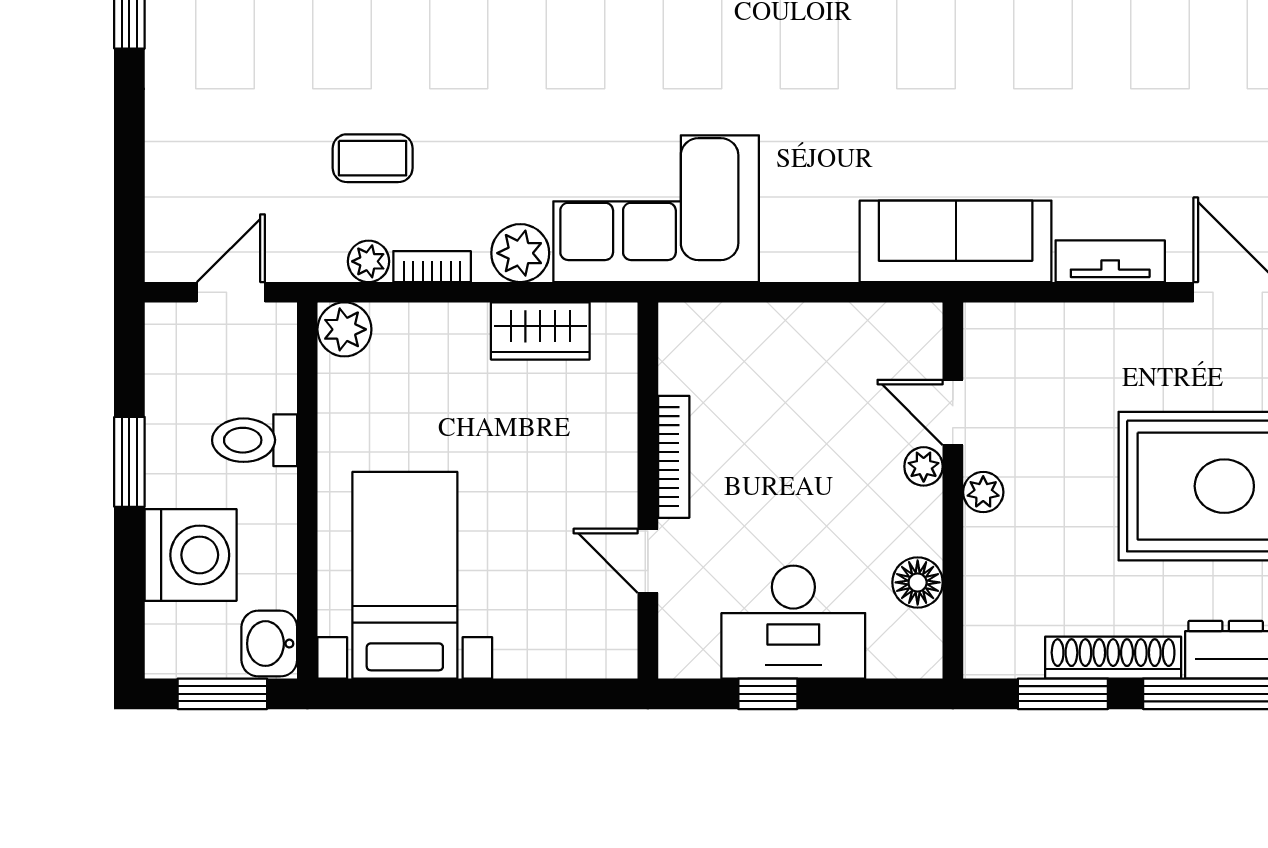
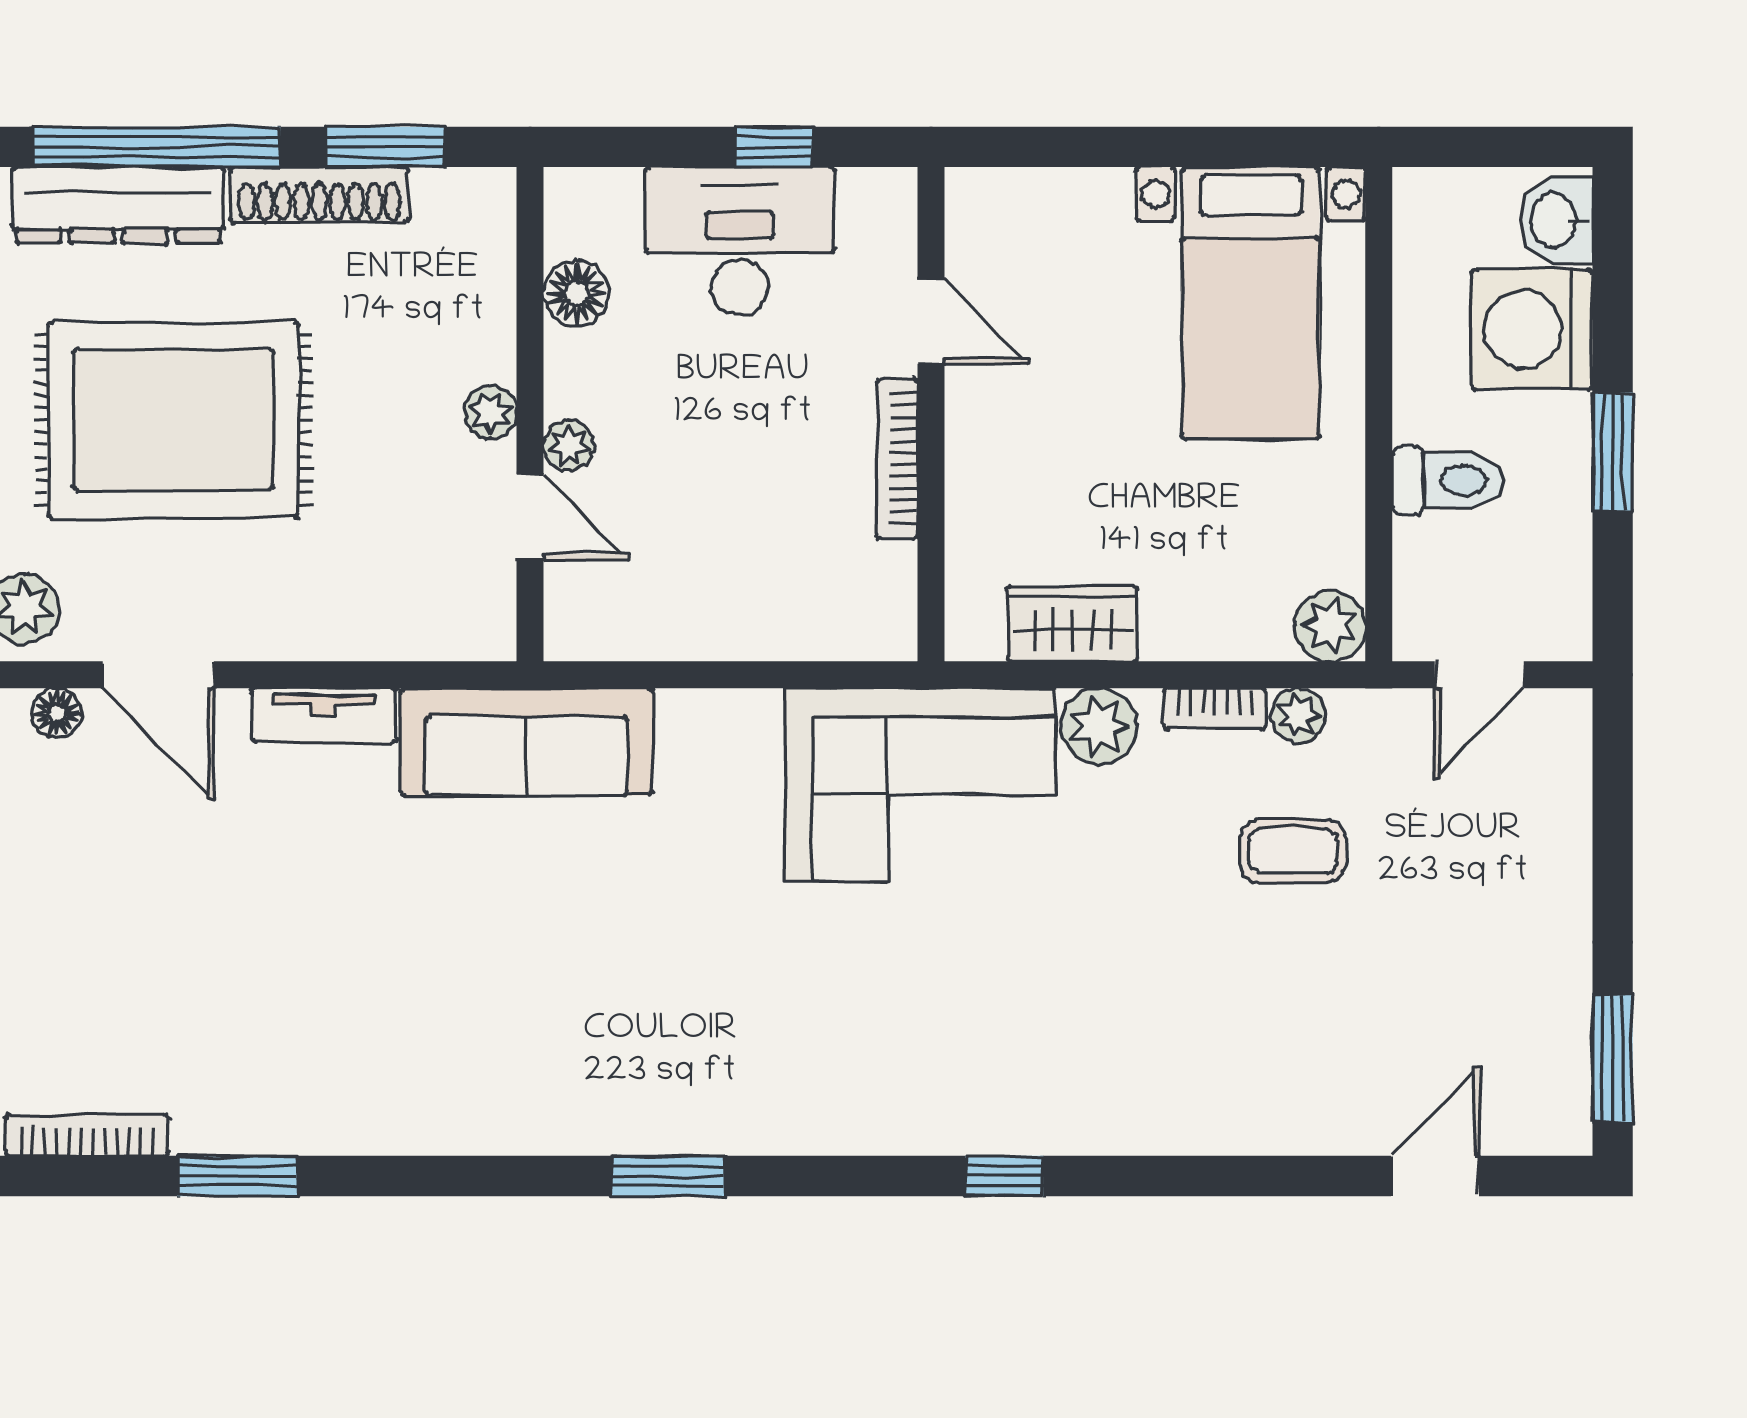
washbasin: (269, 644) -> (1556, 220), moved, turned 180
window: (222, 694) -> (1490, 147), removed

